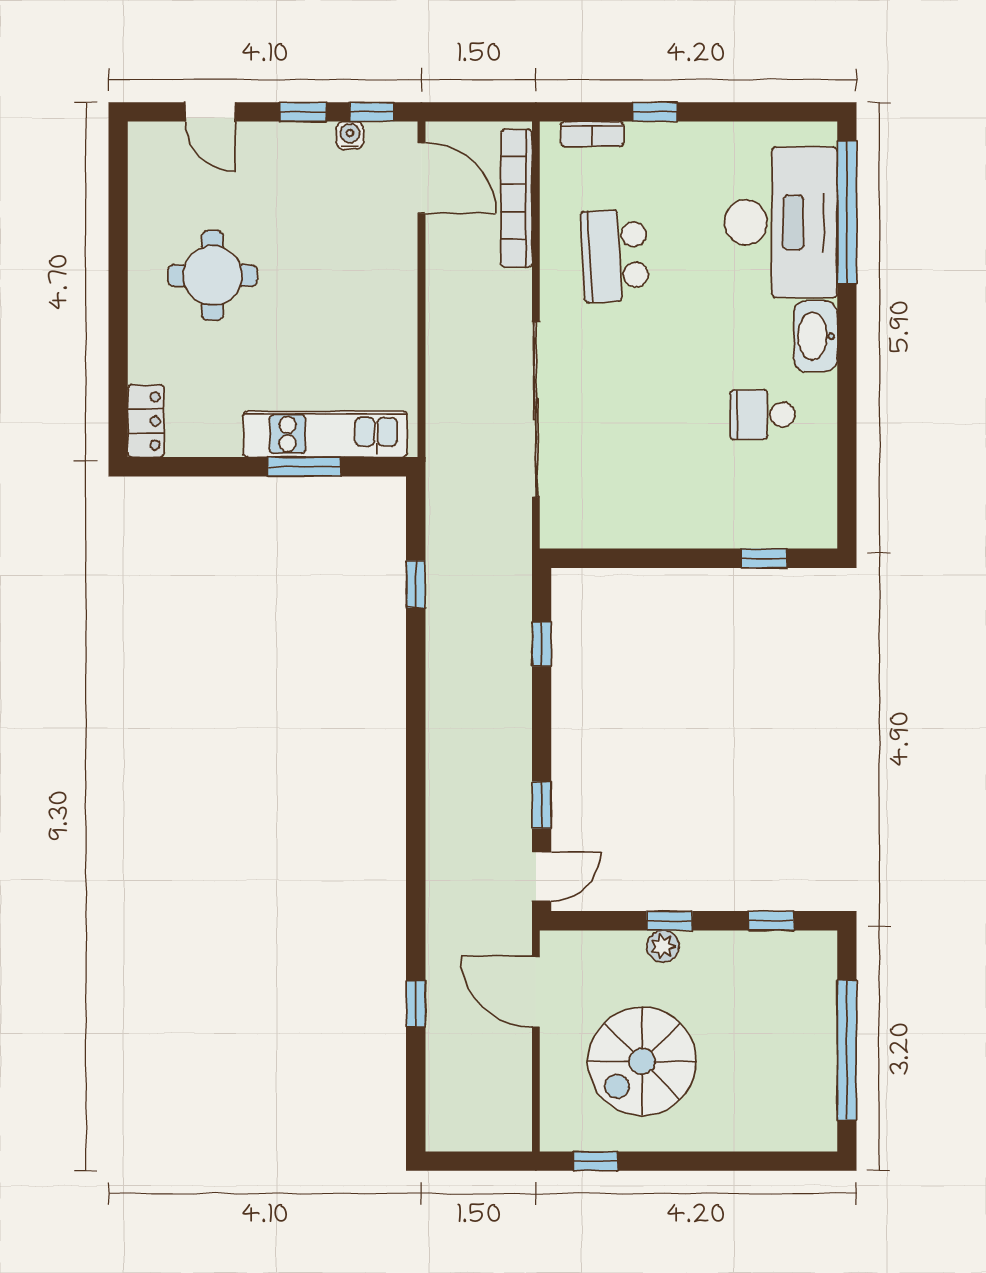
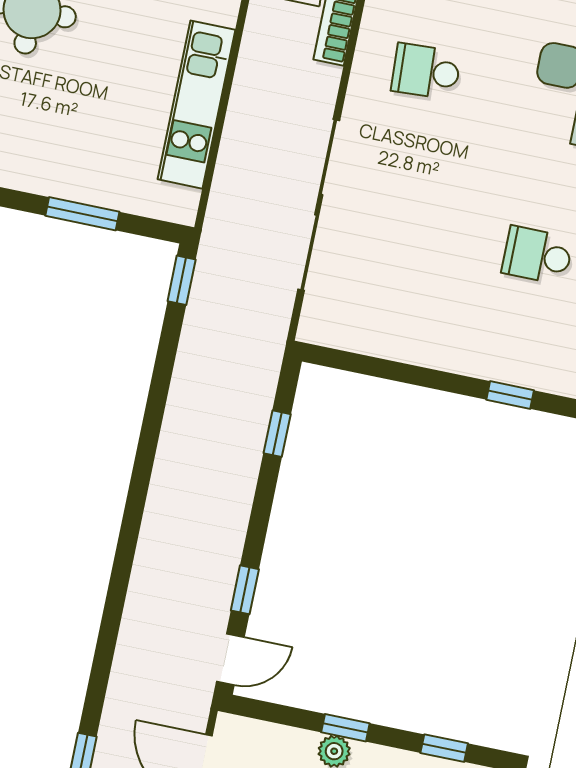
school desk: (615, 256) -> (426, 71), width x0.54
kitchen unit: (325, 434) -> (196, 105), moved, turned -90
window: (416, 584) -> (182, 280), moved

